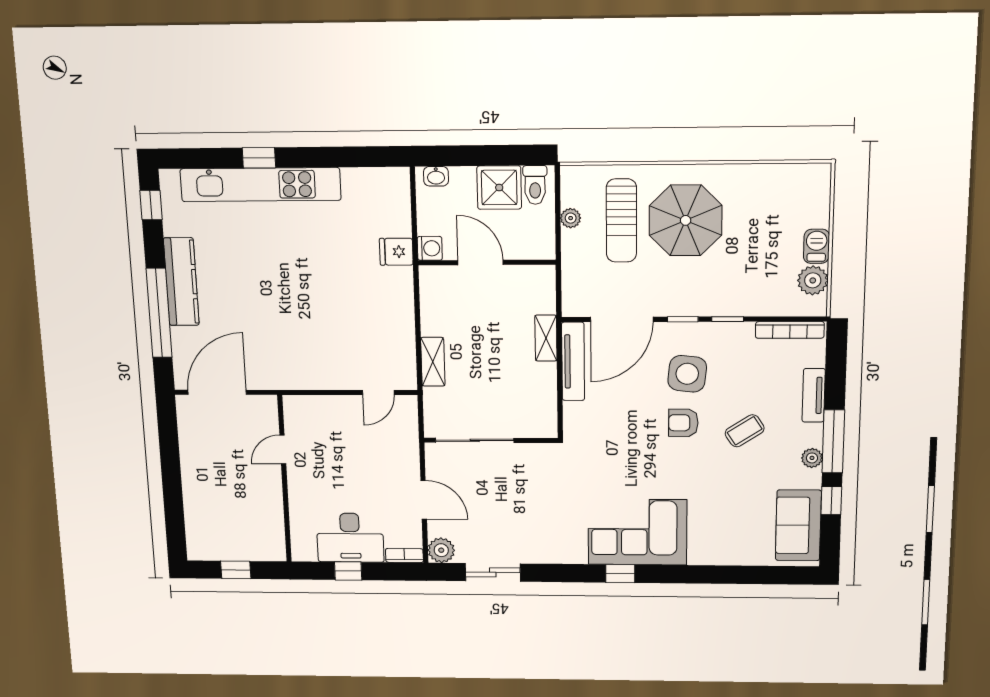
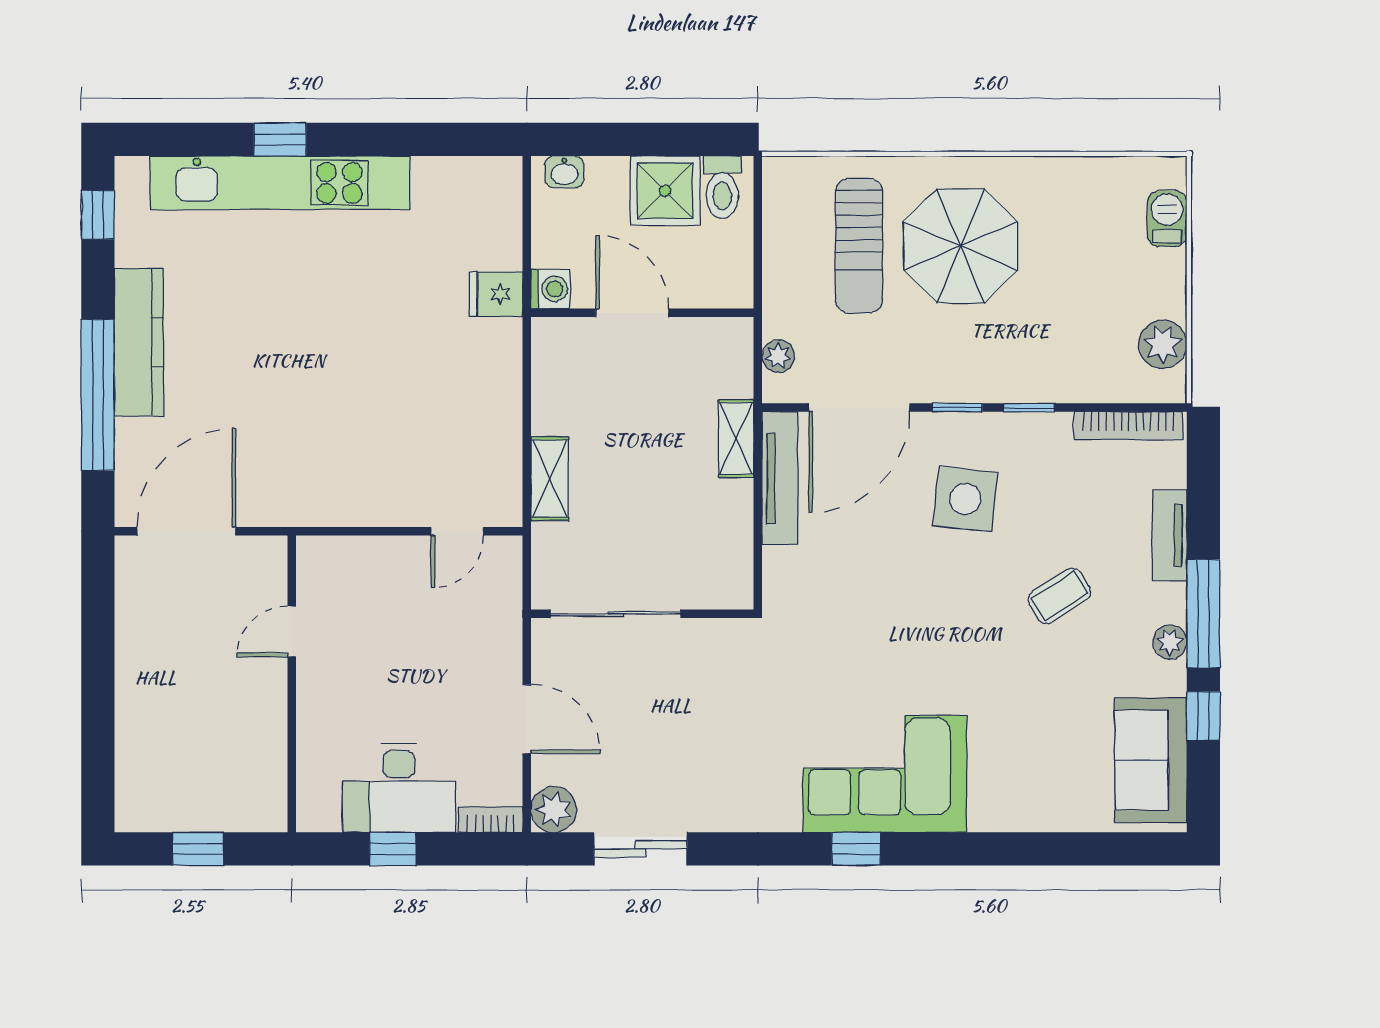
plant: (571, 218) -> (778, 356), moved
barbecue: (816, 246) -> (1167, 218), moved
armchair: (683, 423) -> (960, 582), removed

